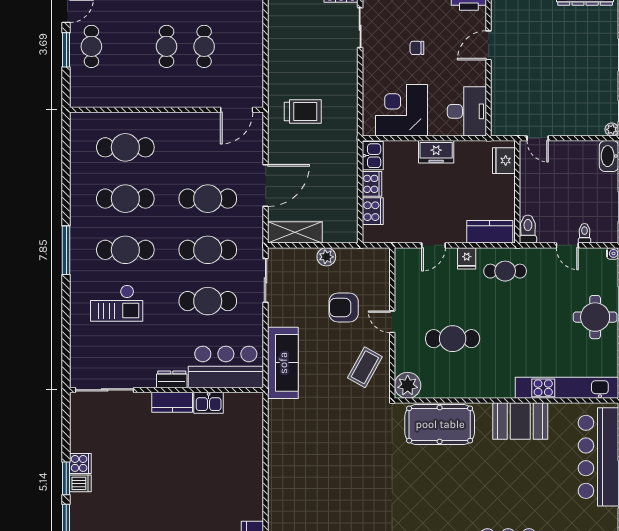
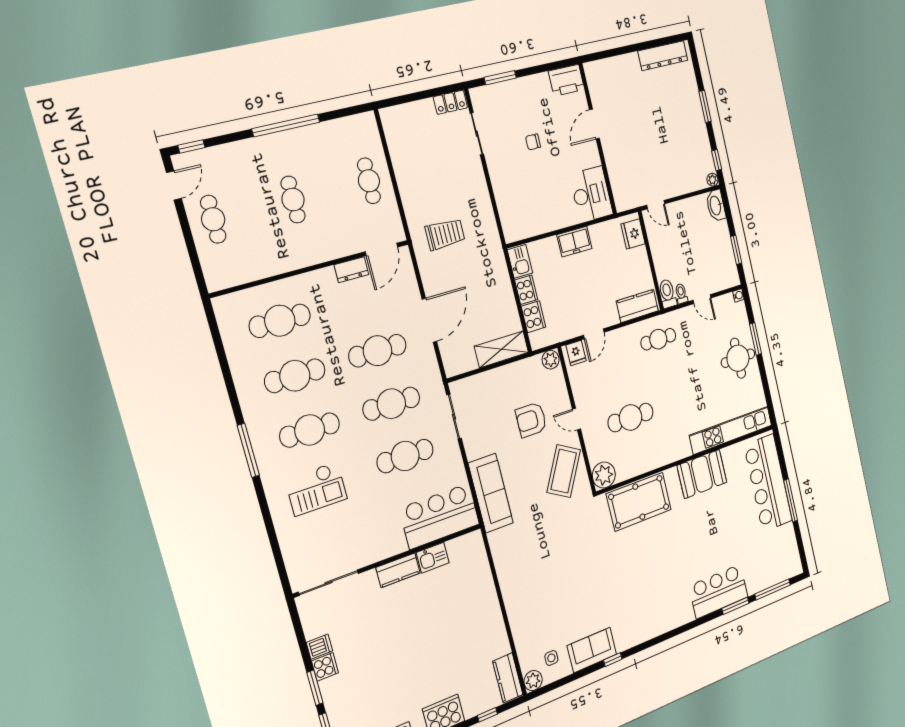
cafe table: (204, 46) -> (369, 181), moved
window: (66, 50) -> (186, 230), removed
corner desk: (401, 110) -> (534, 209), removed
shelving: (295, 232) -> (501, 349), moved
toilet: (585, 233) -> (681, 294), moved
plant: (326, 257) -> (551, 360), moved
fridge: (467, 258) -> (576, 353), moved
coffee table: (365, 367) -> (564, 471), width x1.36, depth x1.32
dresser: (172, 379) -> (351, 270), moved, turned 180
dishwasher: (80, 483) -> (319, 647), moved

